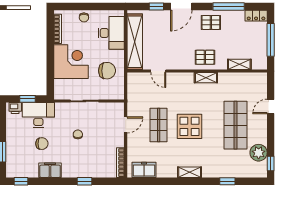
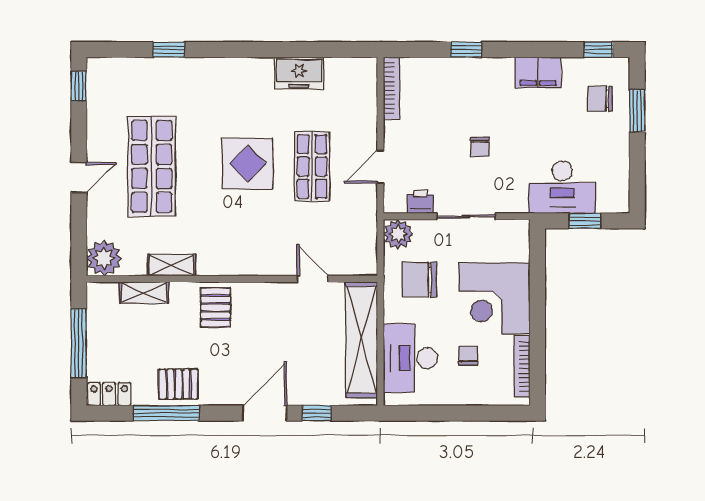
chair: (84, 17) -> (468, 356), moved
pallet: (211, 22) -> (178, 384), moved
pallet: (205, 57) -> (215, 307), turned 90
shelving: (206, 78) -> (172, 265), moved
plant: (117, 93) -> (398, 234), added
door: (271, 106) -> (79, 178), moved
printer: (15, 108) -> (420, 202), moved
chair: (42, 144) -> (600, 99), moved
plant: (259, 153) -> (104, 258), moved
freezer: (144, 170) -> (299, 73), moved
shelving: (190, 172) -> (248, 68), removed

